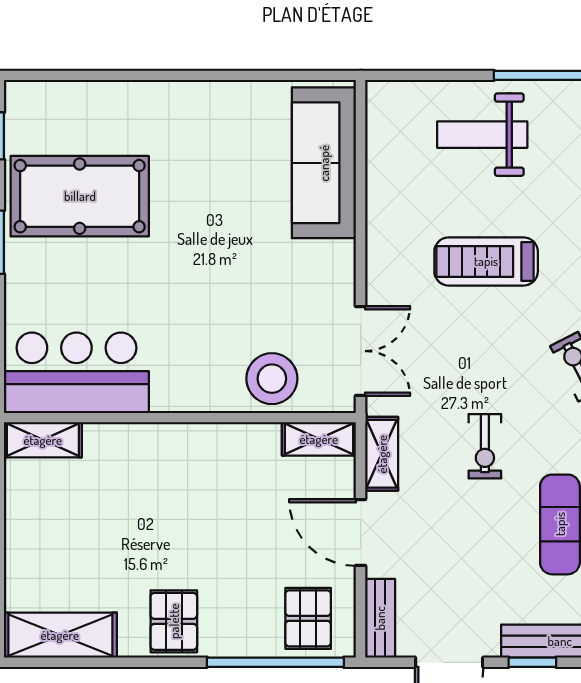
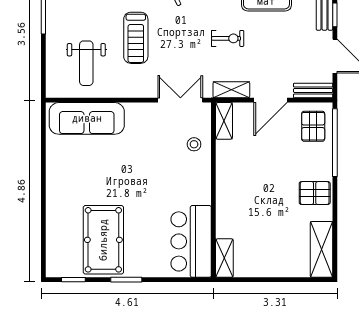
weight bench: (482, 135) -> (86, 63), moved
stool: (272, 379) -> (194, 144), width x0.53, depth x0.53
pallet: (308, 618) -> (313, 126), turned 90

